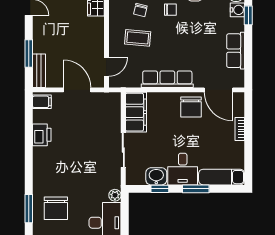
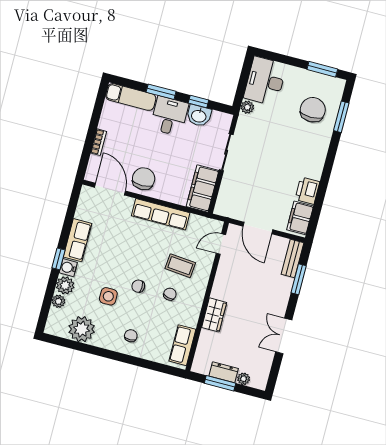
row of seats: (236, 51) -> (77, 240), moved
filing cabinet: (42, 102) -> (300, 218), width x2.00

